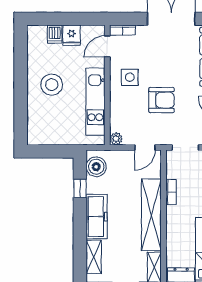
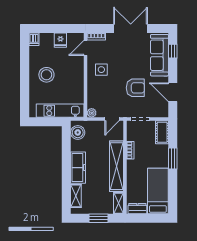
dishwasher: (55, 34) -> (34, 39), moved
armchair: (161, 100) -> (135, 88), moved
kitchen unit: (95, 102) -> (60, 111), moved, turned 90
window: (80, 188) -> (66, 148), removed

